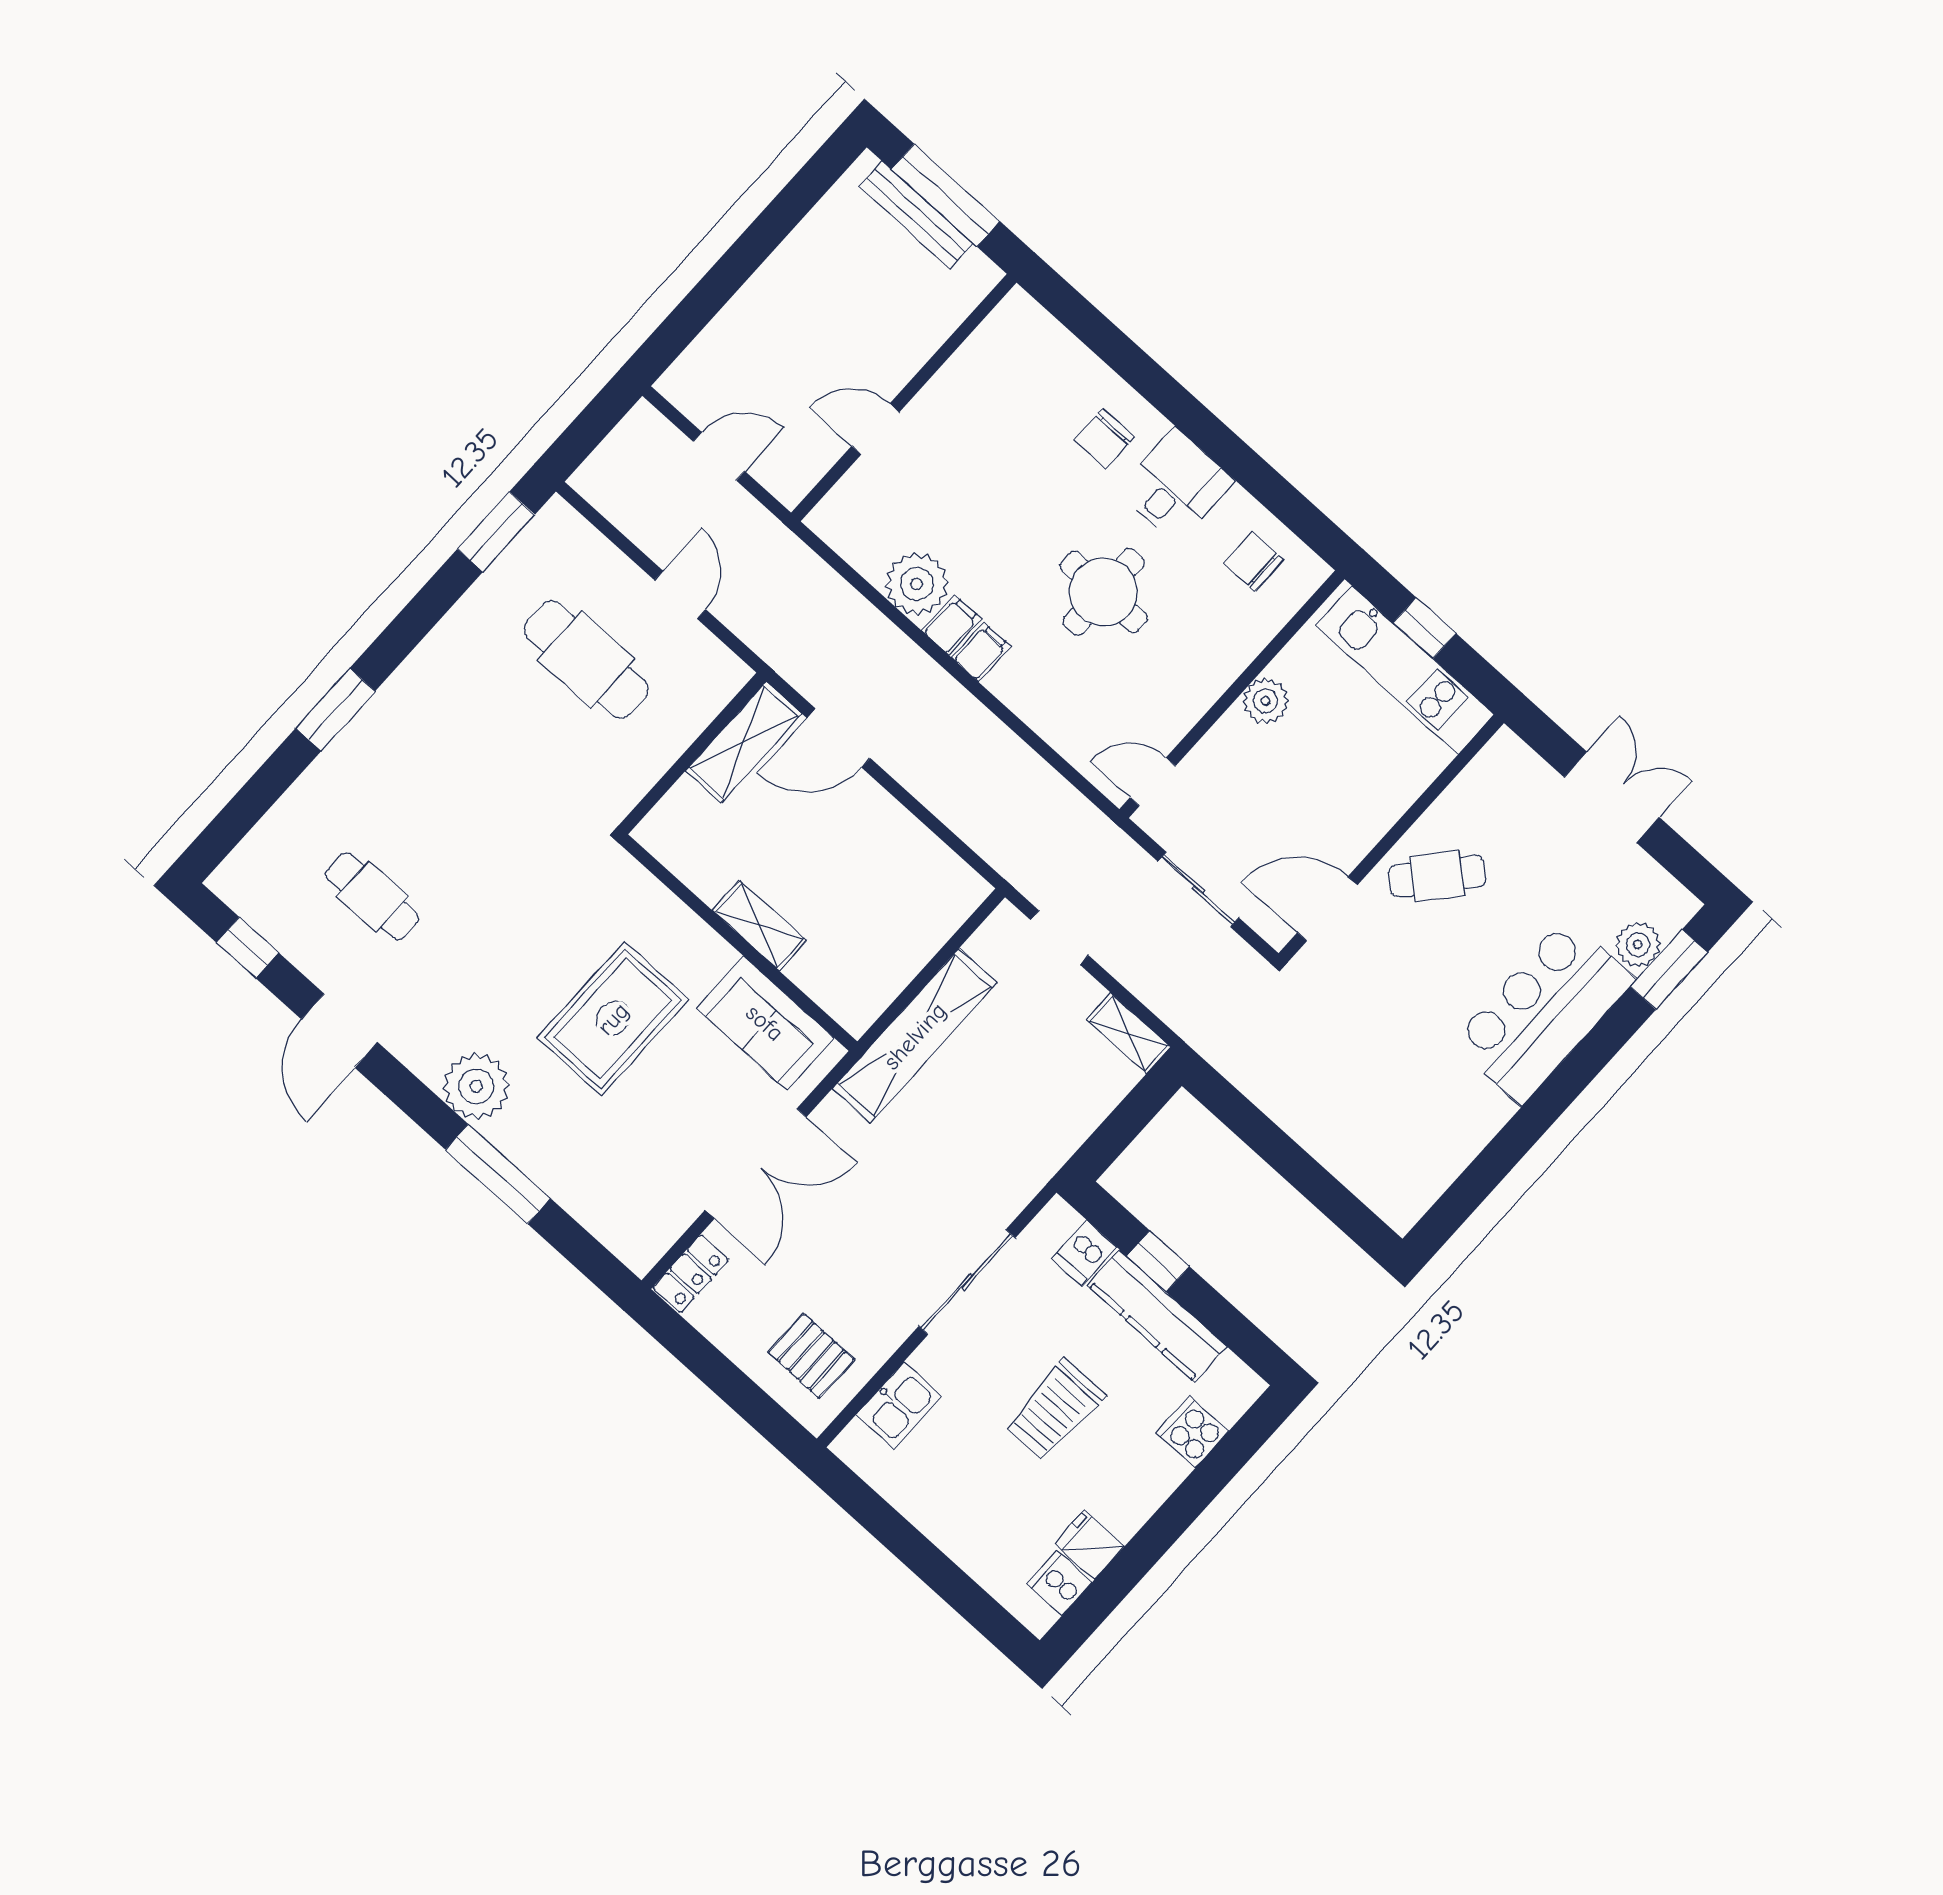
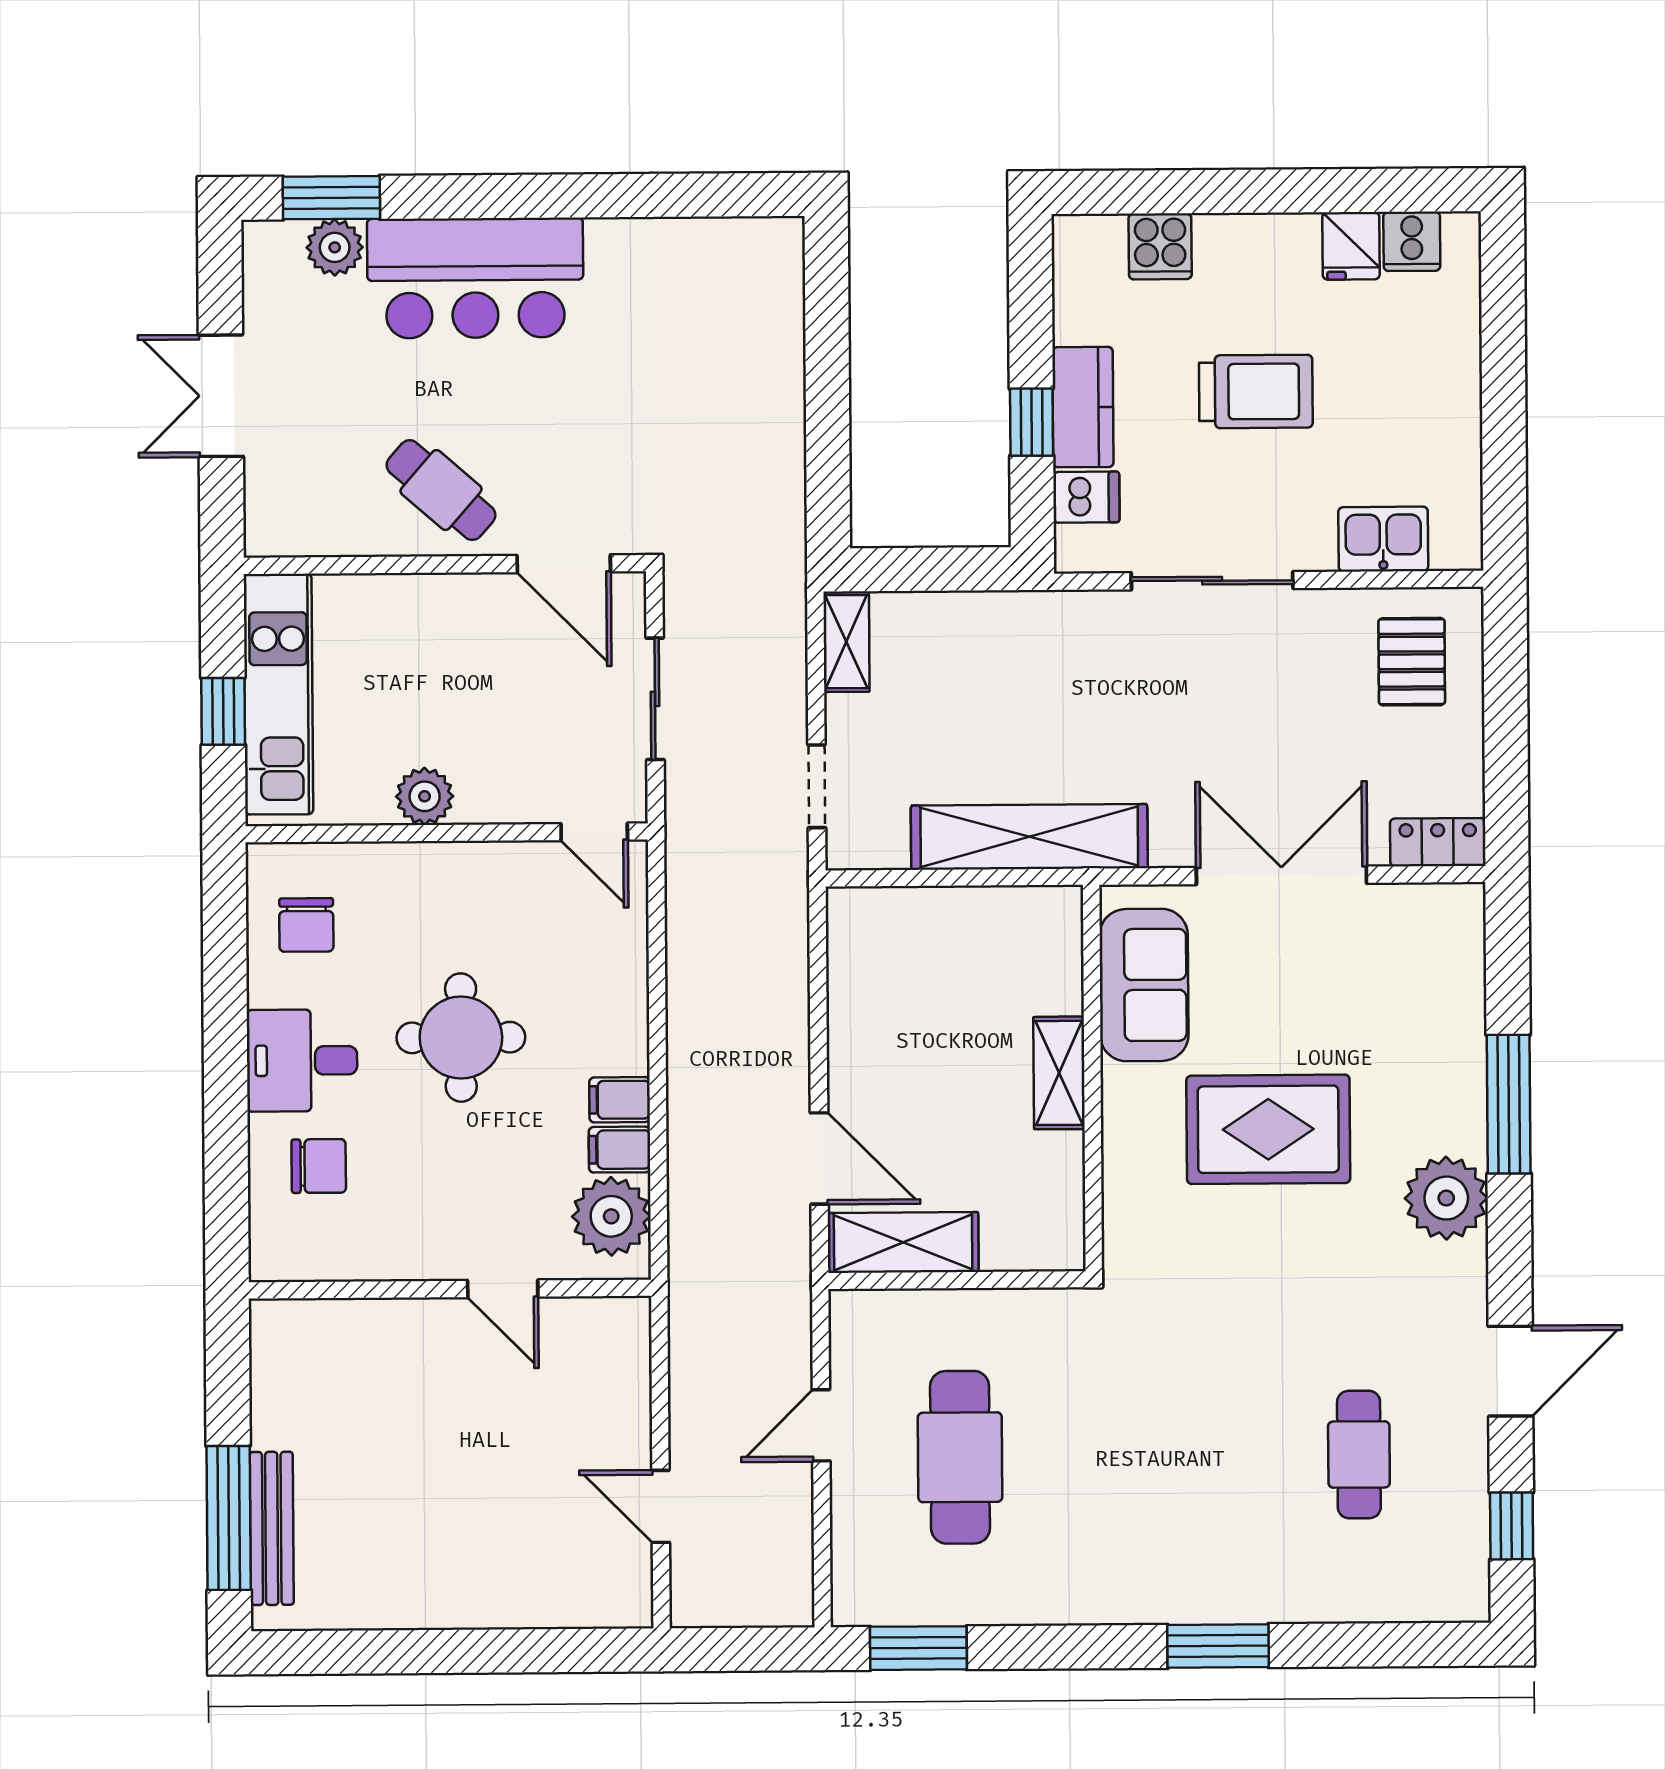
wall: (904, 398) -> (450, 1289), moved
door: (875, 429) -> (503, 1289), moved
kitchen counter: (1157, 1316) -> (1083, 407), width x0.67

